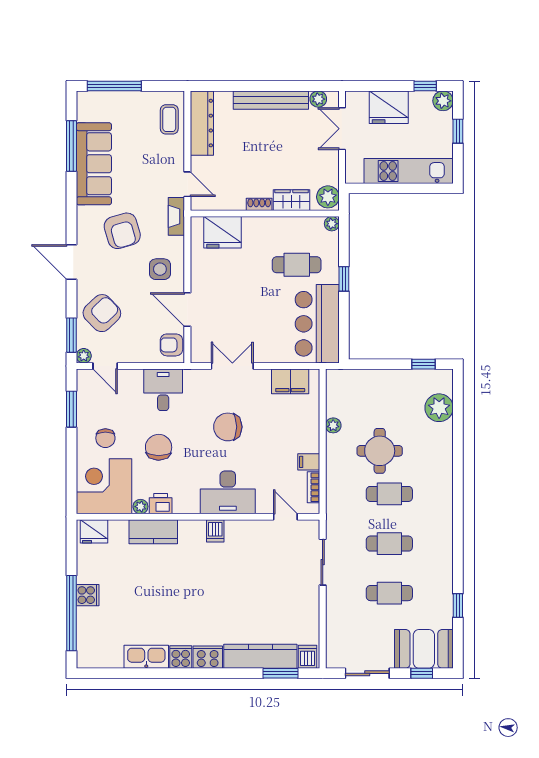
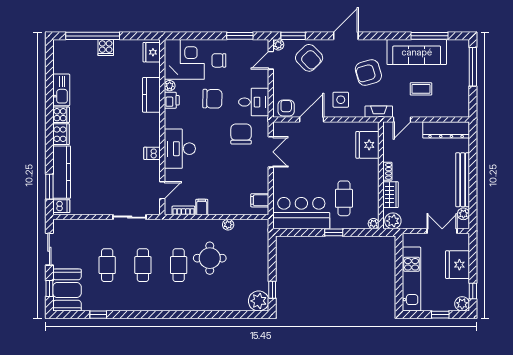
coffee table: (169, 119) -> (421, 89), moved
filing cabinet: (290, 381) -> (260, 200), width x0.50
plant: (439, 408) -> (259, 301), moved
chair: (228, 427) -> (241, 134), moved
dishwasher: (215, 531) -> (152, 153), moved

